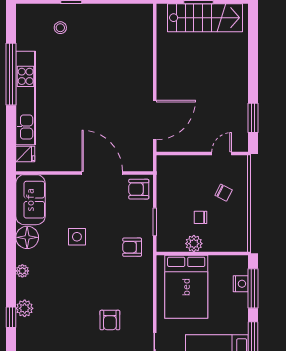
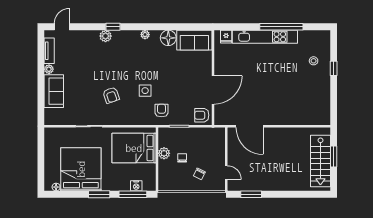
armchair: (139, 189) -> (202, 115), turned -90
side table: (77, 237) -> (145, 91), moved
plant: (25, 308) -> (106, 36), moved
armchair: (110, 320) -> (111, 95), turned -109

